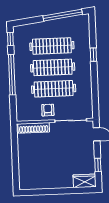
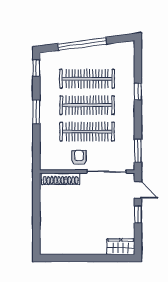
window: (63, 15) -> (82, 44), moved
window: (12, 75) -> (36, 112), width x0.47
window: (95, 103) -> (138, 151), added
window: (98, 165) -> (138, 215), moved

